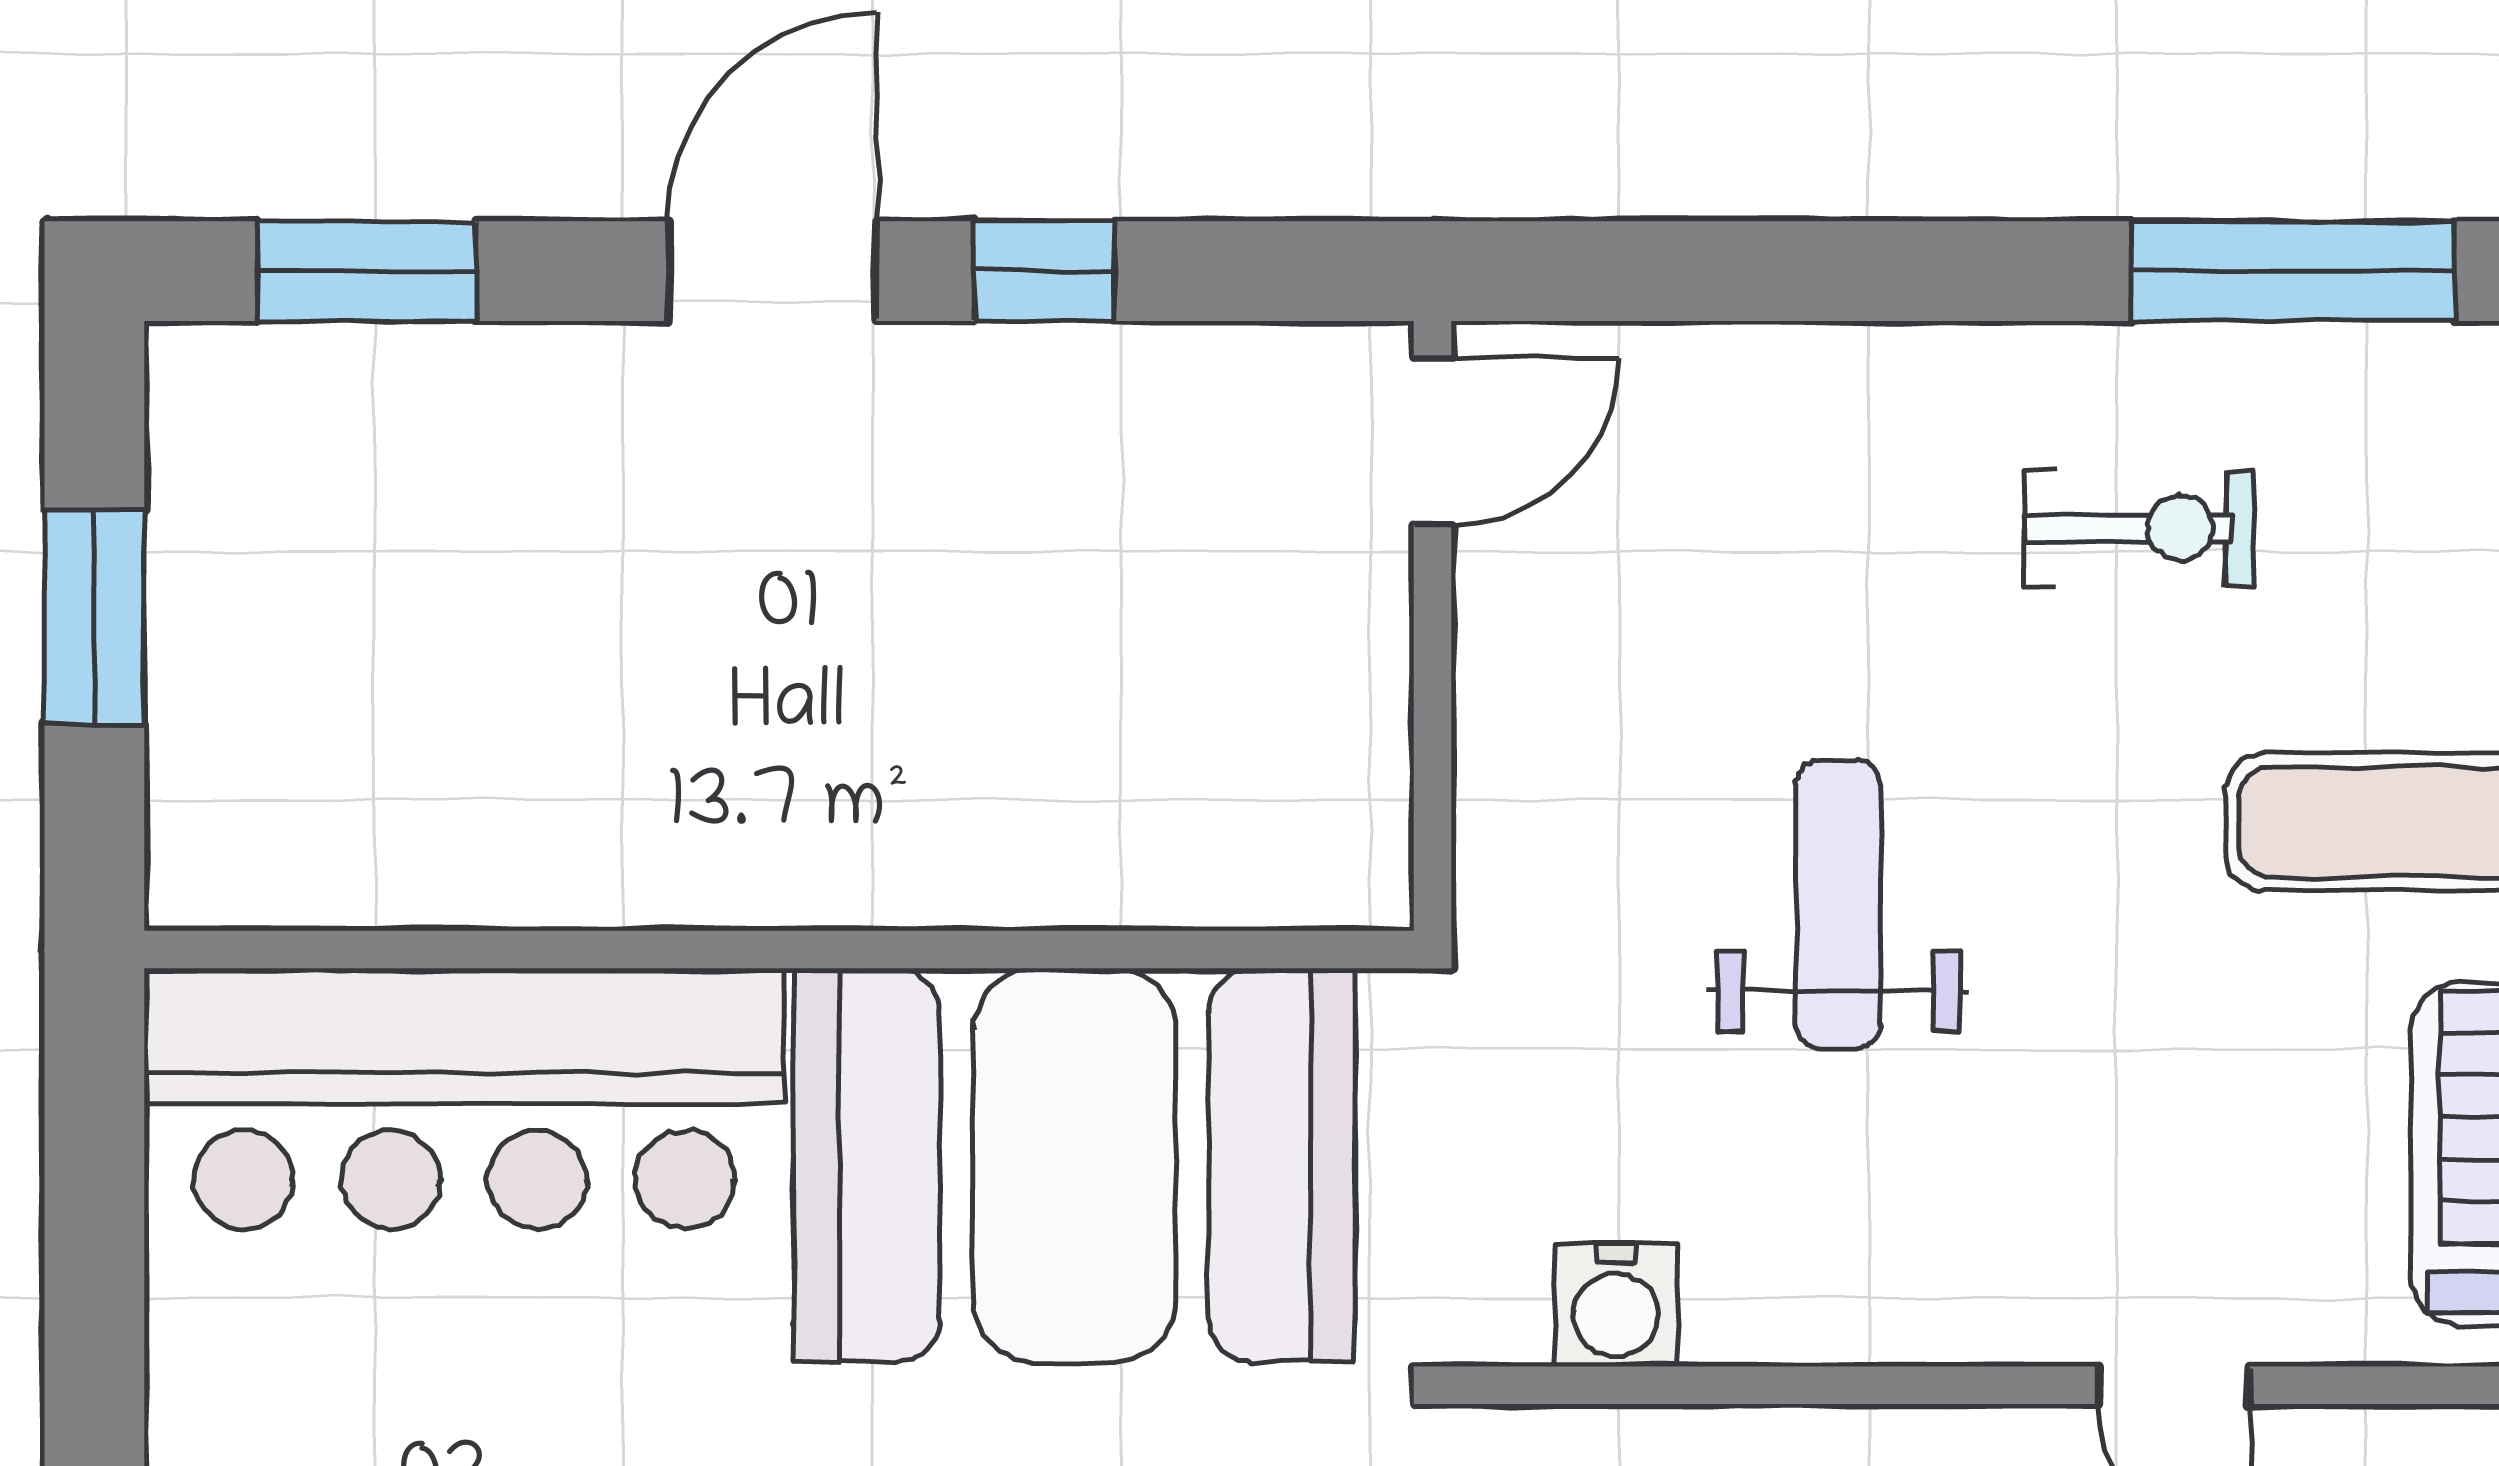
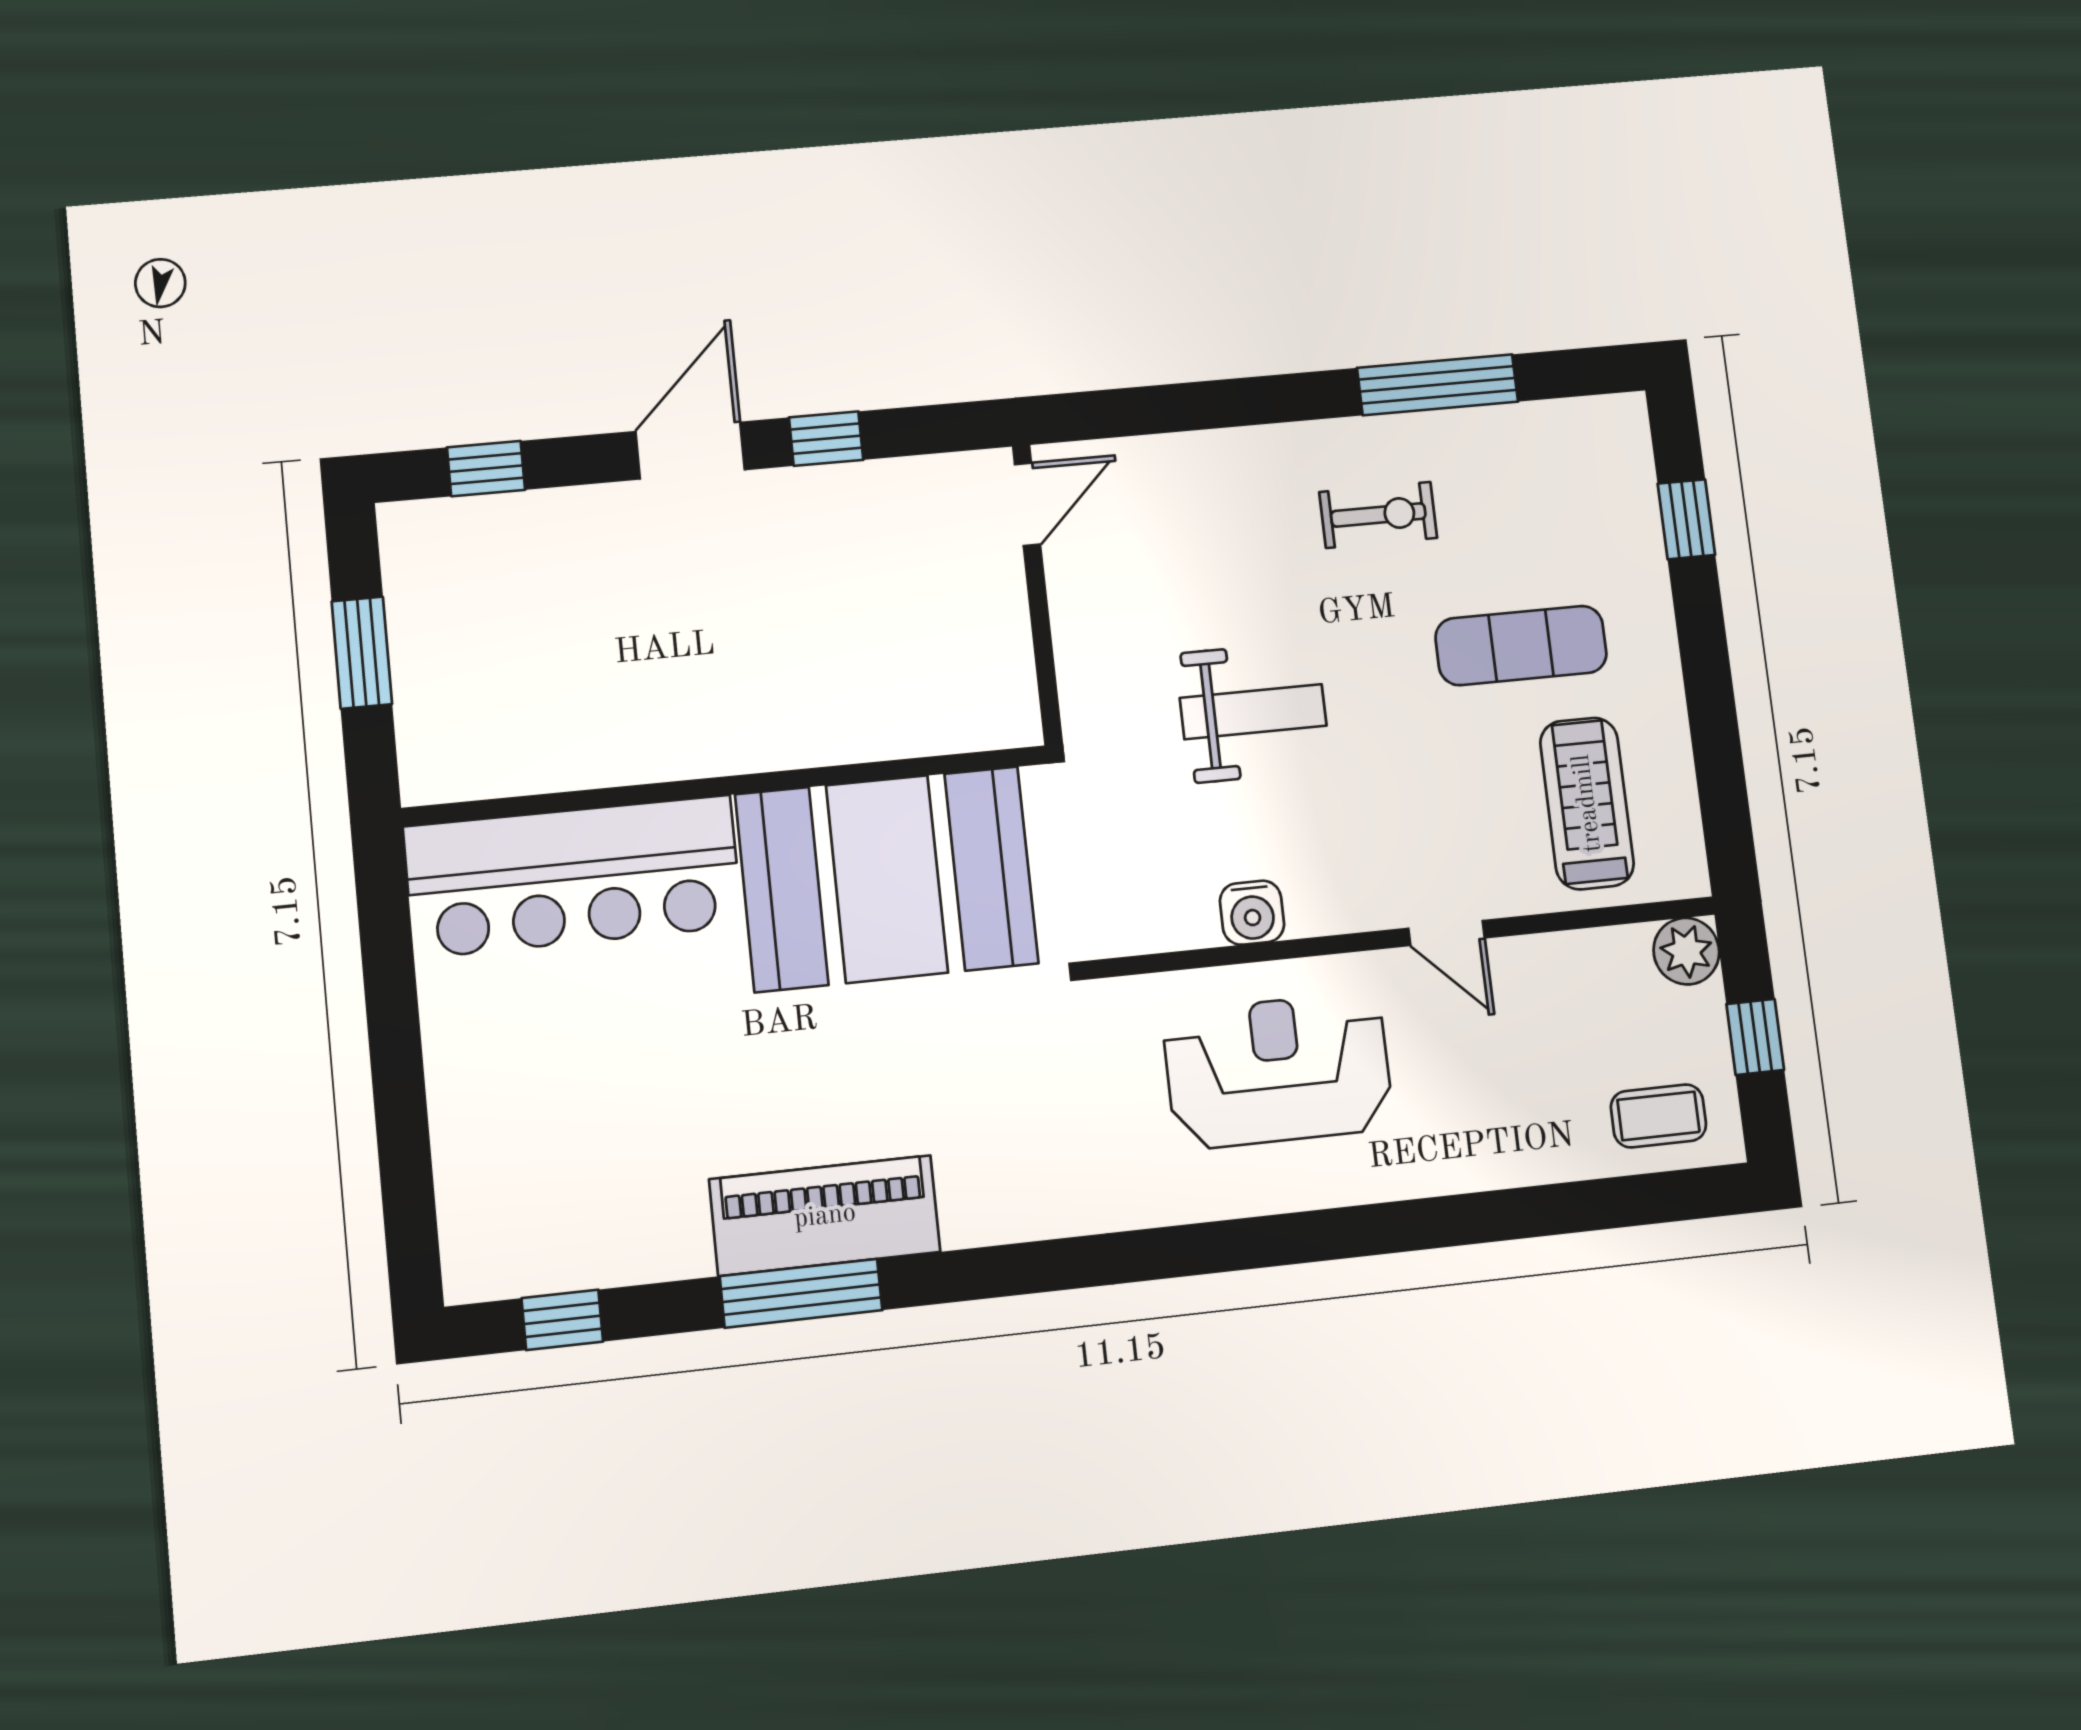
window: (367, 271) -> (486, 469), width x0.67
weight bench: (1838, 904) -> (1253, 712), turned 90
water cooler: (1616, 1305) -> (1252, 913), moved

